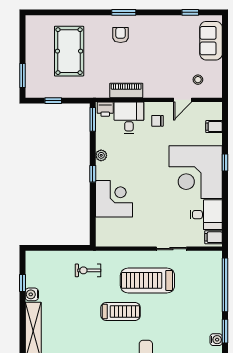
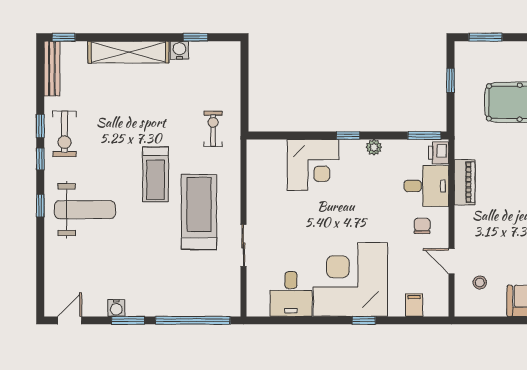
filing cabinet: (214, 237) -> (259, 304), removed

